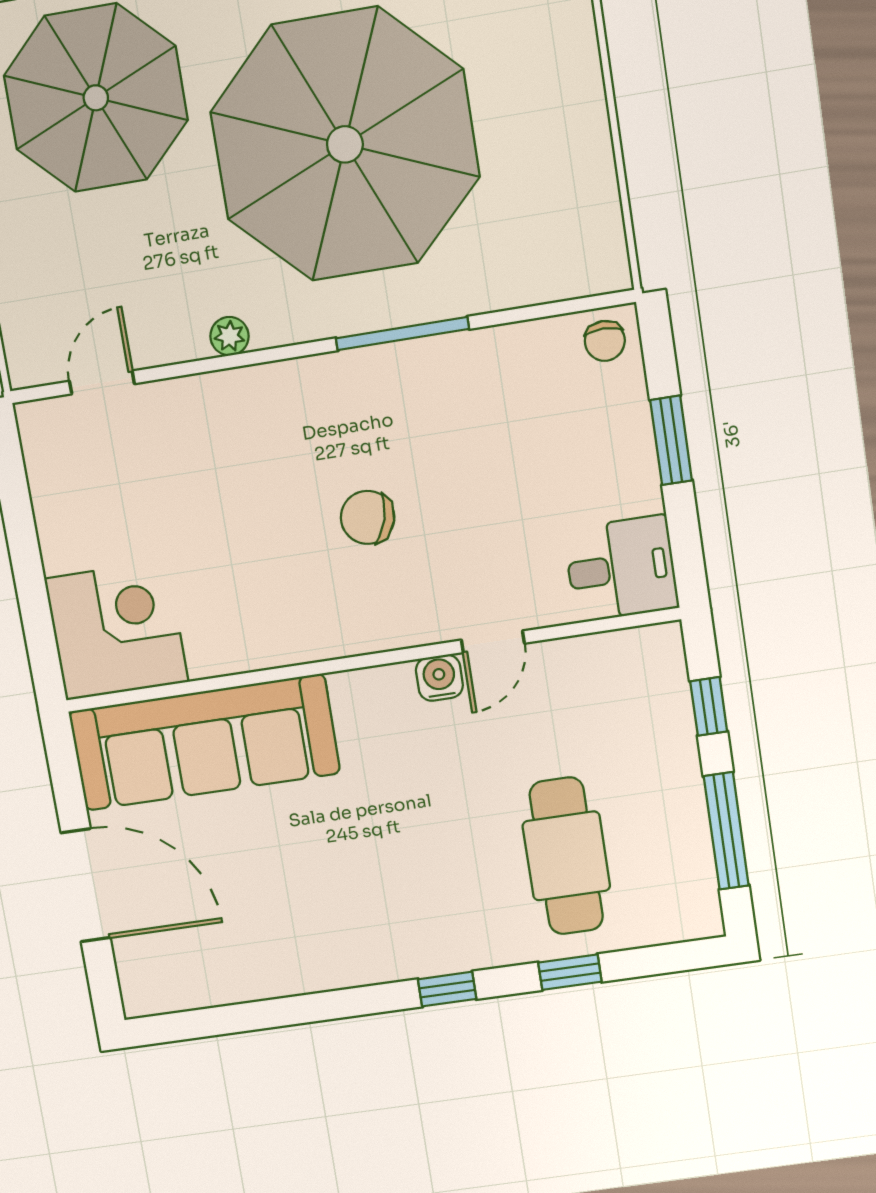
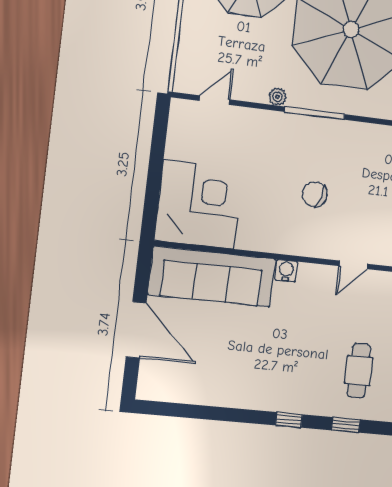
window: (402, 334) -> (315, 113), moved
corner desk: (117, 630) -> (199, 205), width x1.36, depth x1.36
water cooler: (439, 678) -> (286, 271), moved
cafe table: (566, 856) -> (359, 371), width x0.73, depth x0.74

